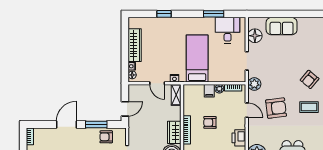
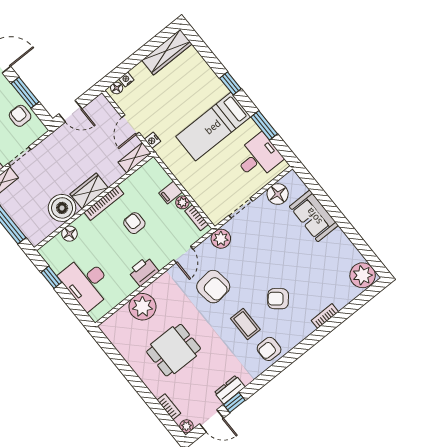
window: (164, 14) -> (230, 83), moved
wardrobe: (135, 45) -> (167, 52), moved
bed: (197, 58) -> (213, 127), moved, turned 180

